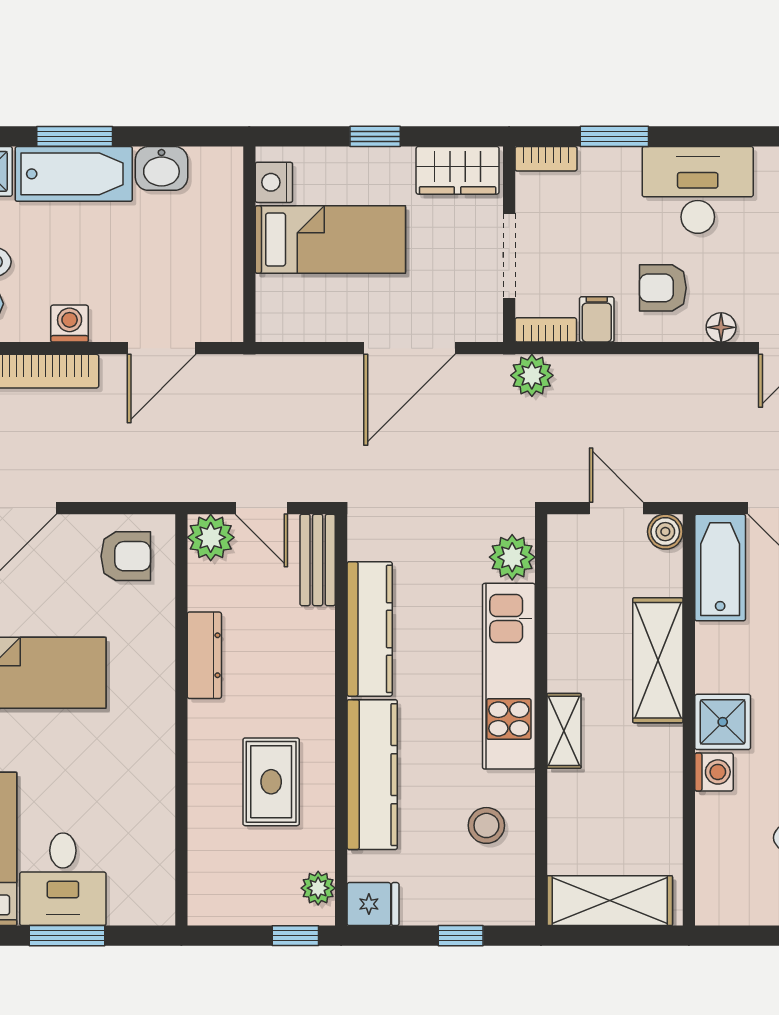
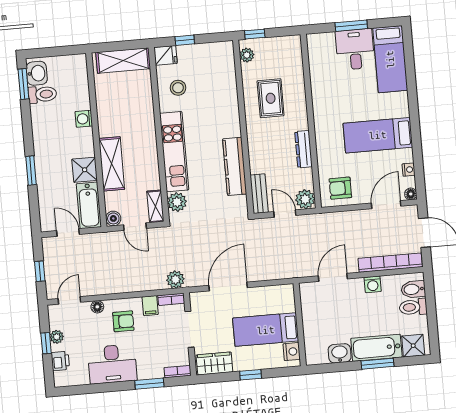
shower: (723, 722) -> (85, 170), moved
shelving: (564, 731) -> (155, 206), moved
kitchen counter: (372, 775) -> (228, 105), removed
fridge: (373, 904) -> (165, 55), moved, turned 180

